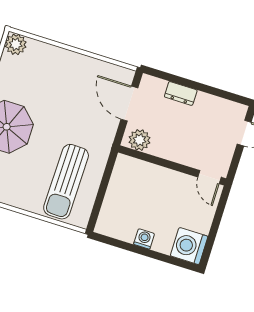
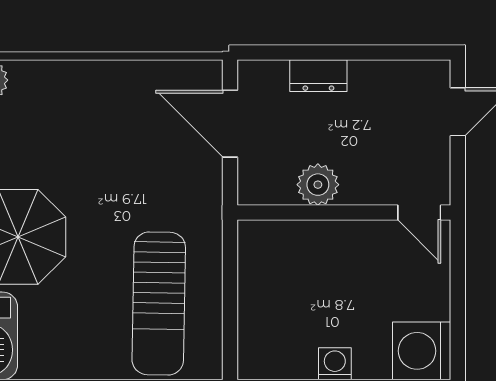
plant: (140, 140) -> (318, 185), moved

